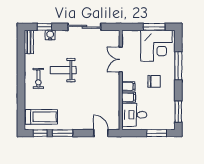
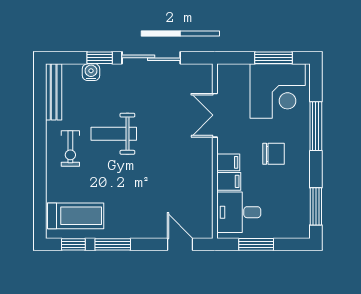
window: (45, 27) -> (100, 58), moved
bench: (29, 42) -> (54, 92), width x1.36
window: (157, 133) -> (256, 244), moved

